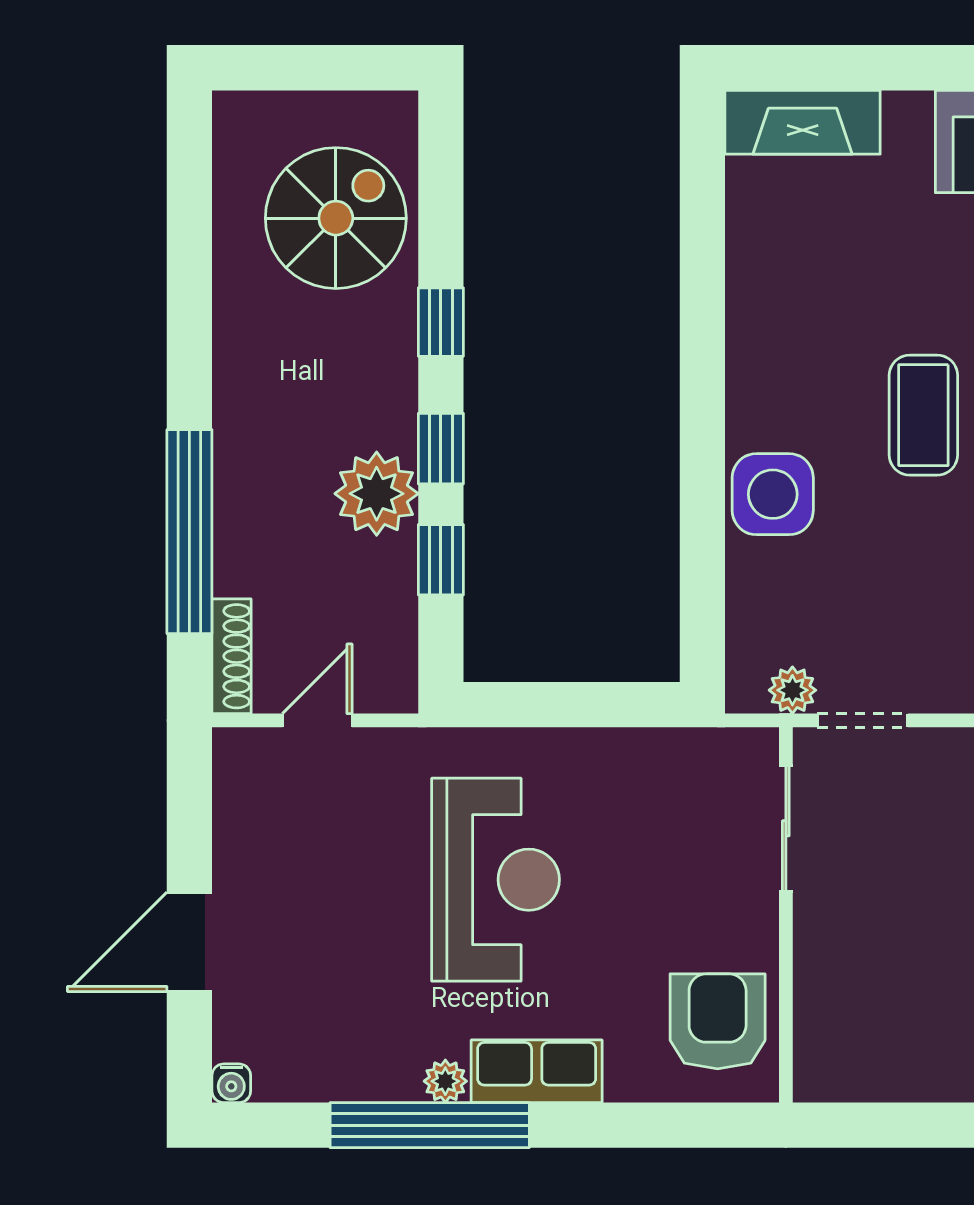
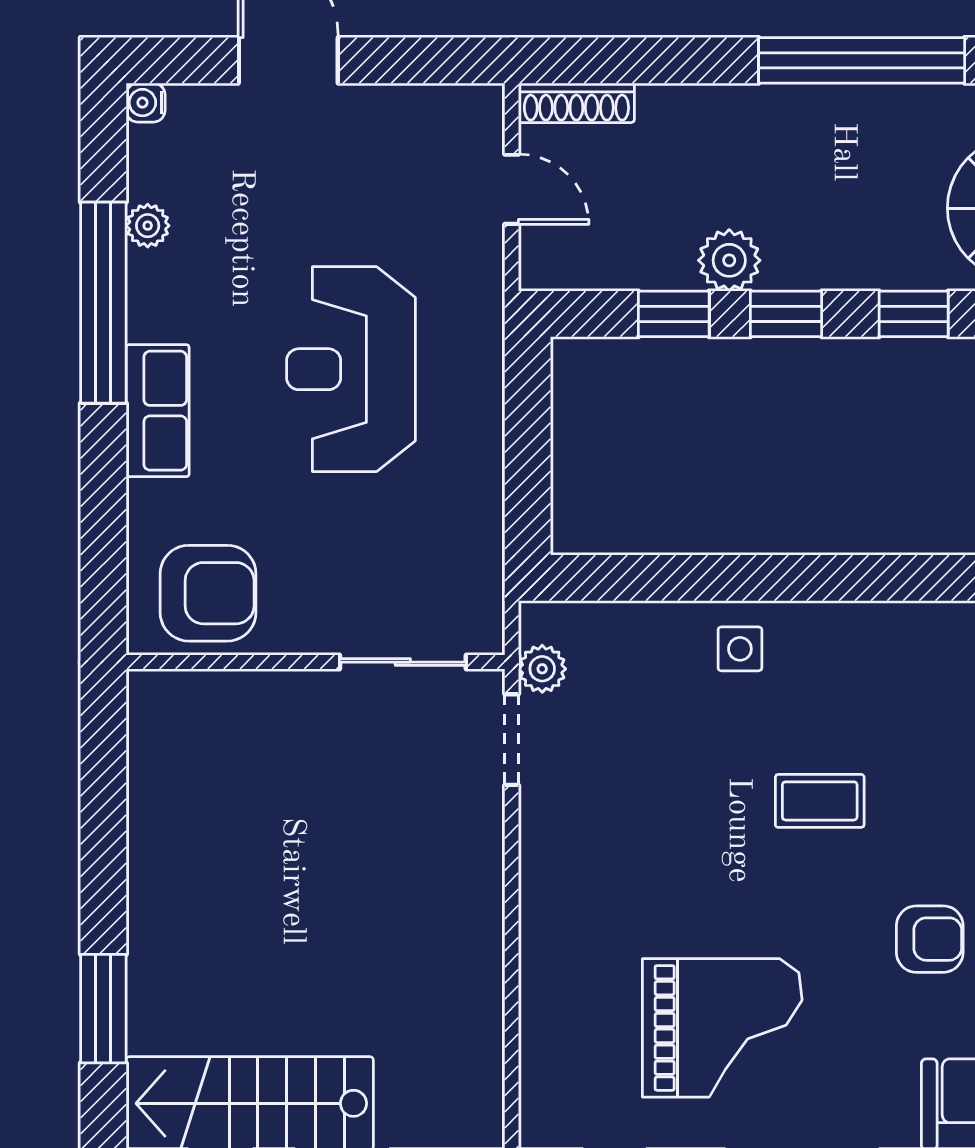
coffee table: (923, 415) -> (820, 801), width x0.73, depth x0.77
plant: (377, 494) -> (729, 260), width x0.73, depth x0.73
side table: (773, 494) -> (740, 649), width x0.54, depth x0.54
window: (189, 532) -> (862, 60), moved
reception desk: (496, 880) -> (351, 369), turned 90
plant: (445, 1081) -> (148, 226), moved

